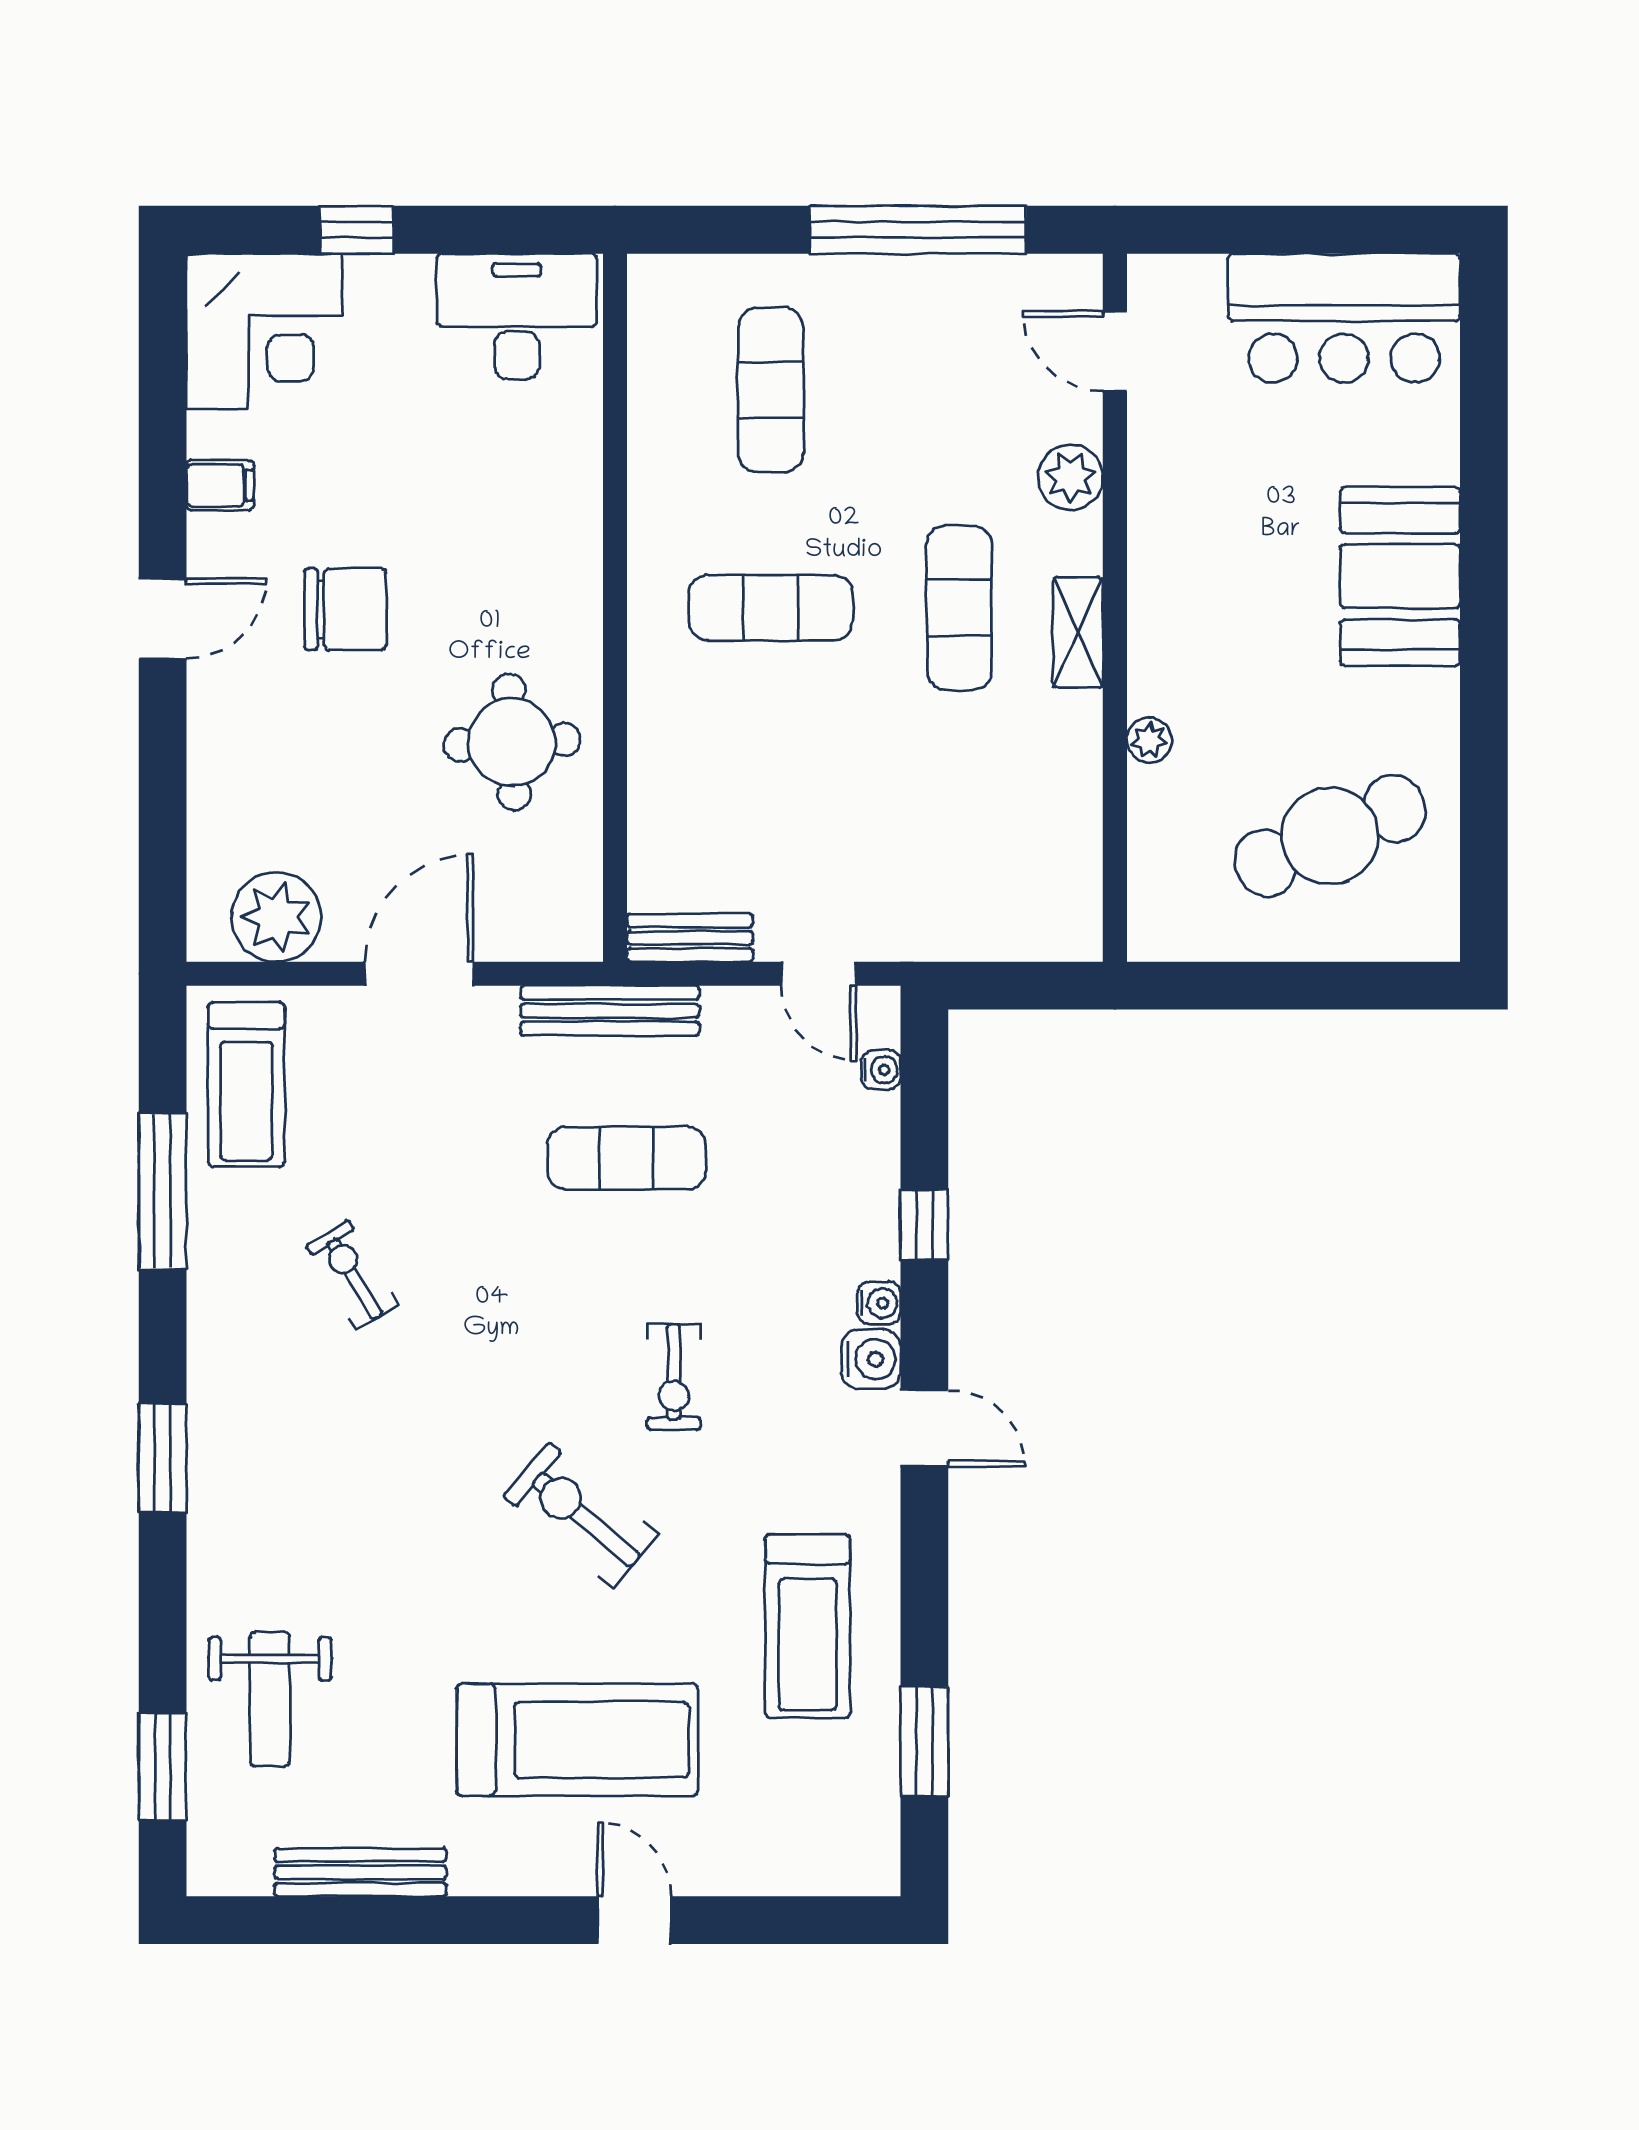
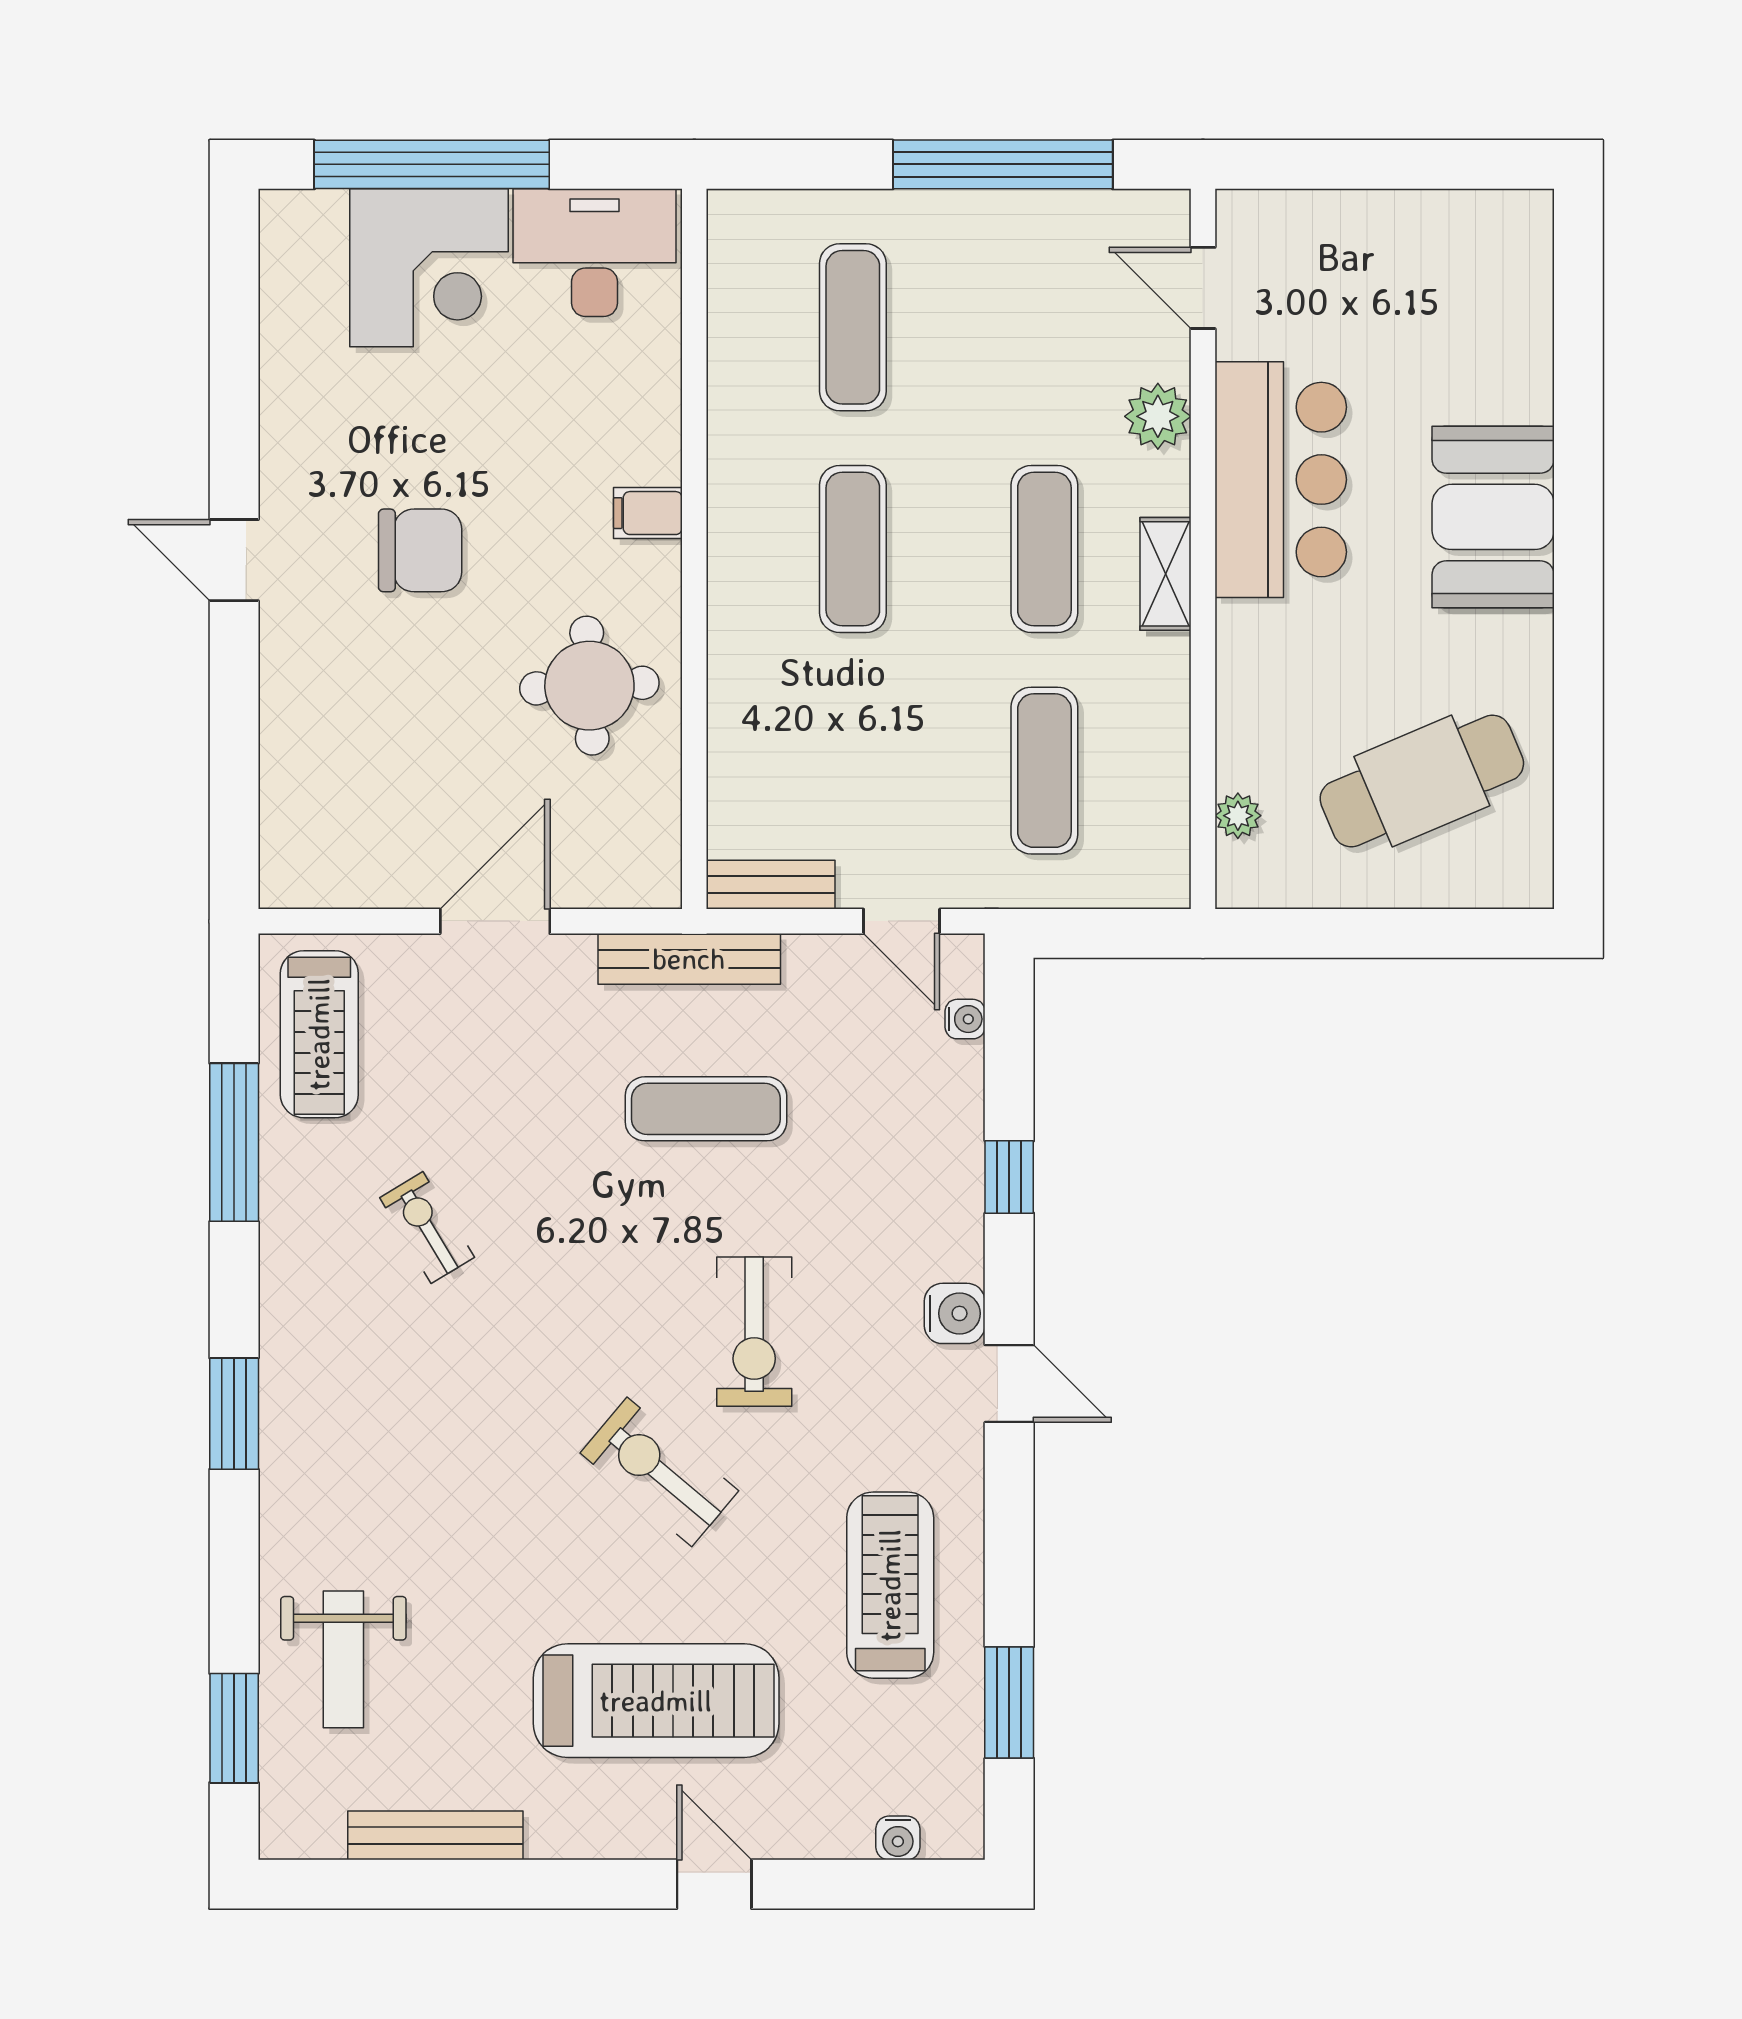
window: (357, 230) -> (432, 164), width x3.17
bar counter: (1344, 318) -> (1281, 480), moved, turned -90
corner desk: (264, 331) -> (429, 268), moved
filing cabinet: (220, 485) -> (648, 513), moved, turned 180
exercise mat: (771, 608) -> (853, 549), turned 90
door: (163, 619) -> (234, 560), swing flipped
plant: (1149, 740) -> (1238, 816), moved
exercise mat: (959, 826) -> (1044, 771), added
plant: (276, 917) -> (350, 864), removed
water cooler: (879, 1303) -> (898, 1838), moved, turned 90
exercise bike: (674, 1377) -> (754, 1332), width x1.38, depth x1.39
treadmill: (807, 1626) -> (890, 1585), turned 180

